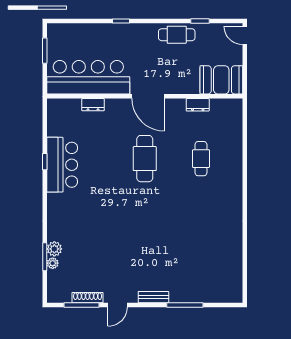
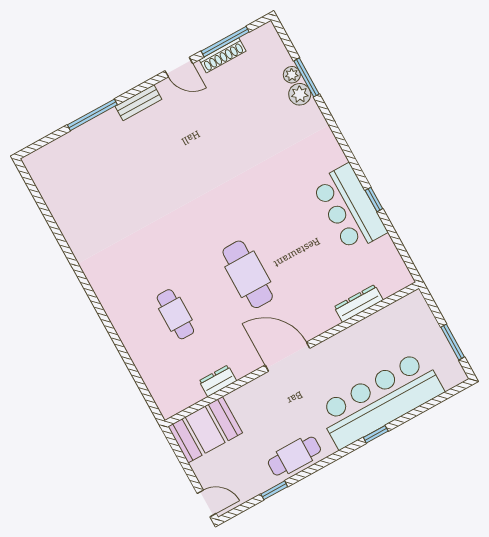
bar counter: (88, 77) -> (380, 400), moved, turned 180
dresser: (93, 105) -> (359, 303), width x1.44
door: (118, 305) -> (179, 67), swing flipped

